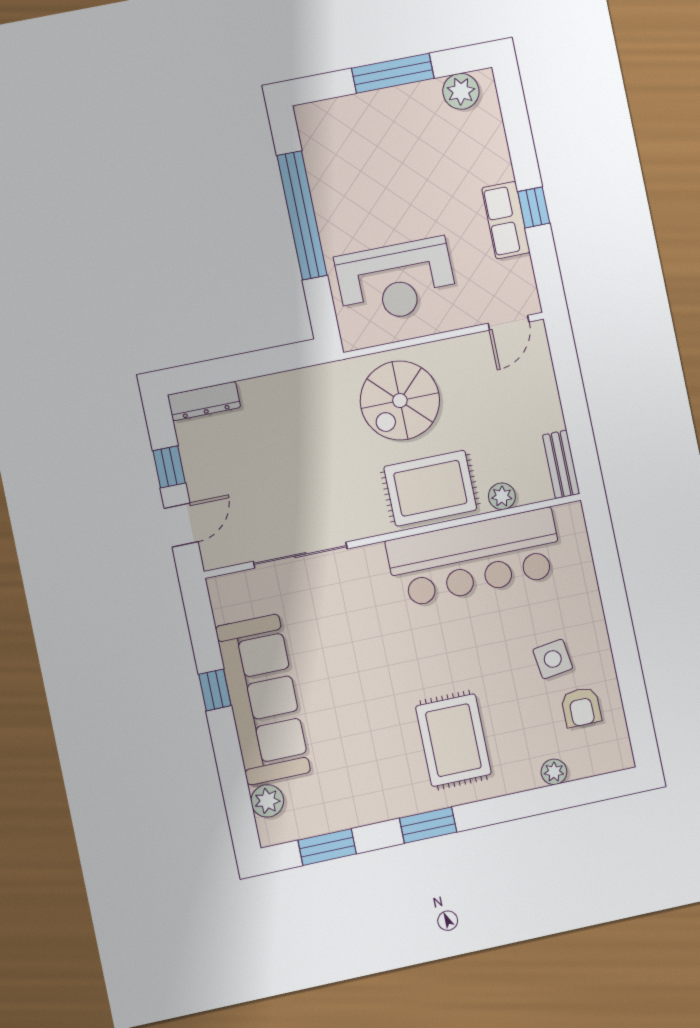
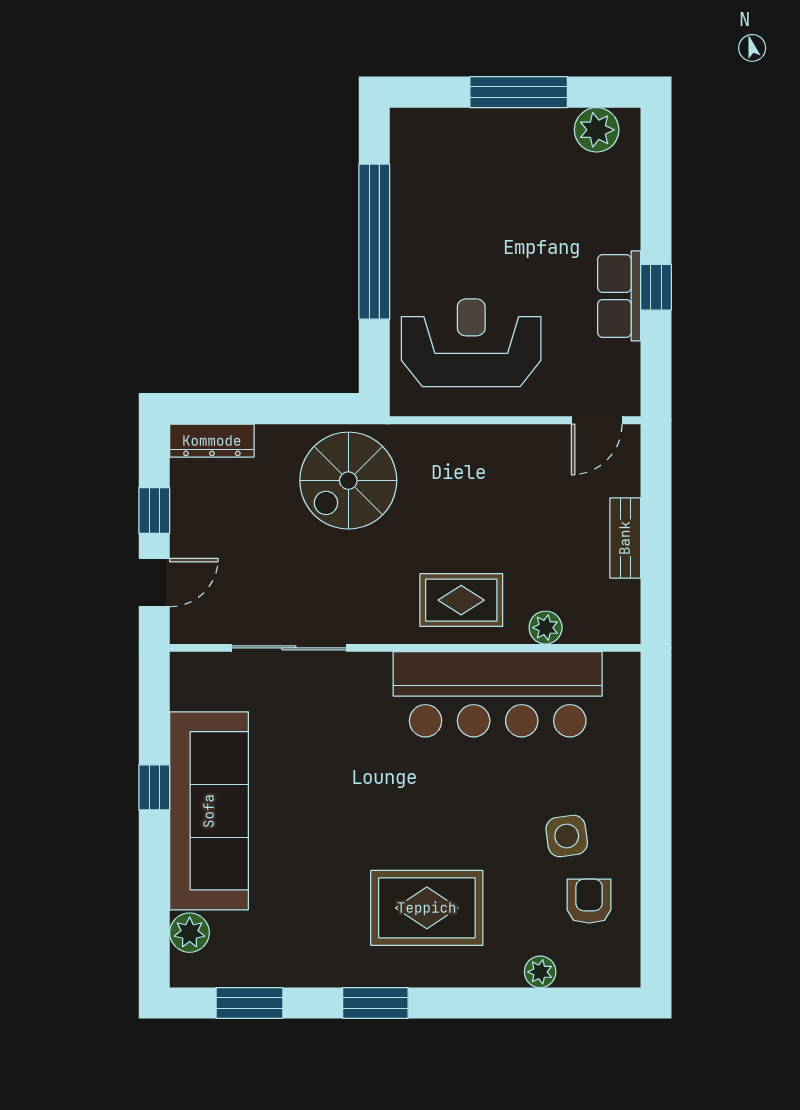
reception desk: (396, 281) -> (471, 343), turned 180
spiral stairs: (400, 401) -> (348, 481), moved
bench: (561, 464) -> (625, 538), moved
rug: (430, 488) -> (461, 600), width x0.73, depth x0.70
armchair: (581, 707) -> (589, 901), turned 180
rug: (453, 740) -> (427, 908), turned 90

